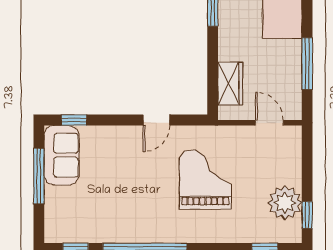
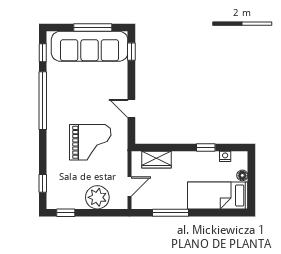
sofa: (62, 155) -> (90, 46), width x1.85, depth x1.27
plant: (285, 203) -> (97, 197), moved

